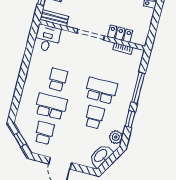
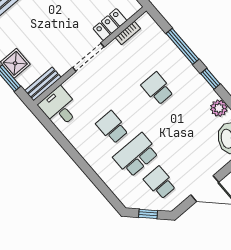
school desk: (101, 91) -> (157, 89), width x0.54
school desk: (94, 117) -> (181, 116), removed

